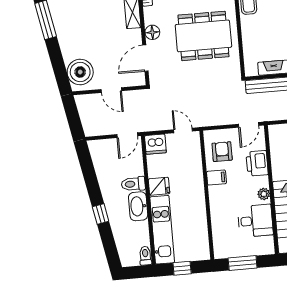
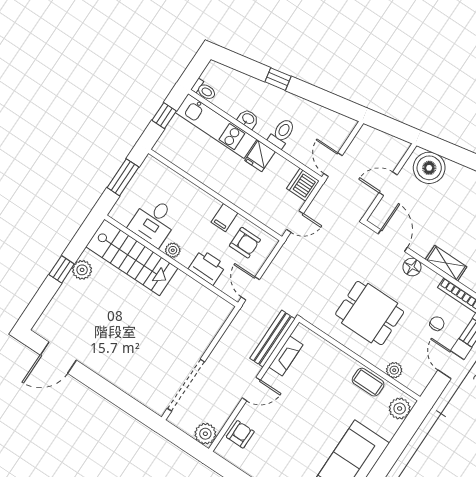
dining table: (203, 36) -> (370, 313), width x0.73
washbasin: (138, 206) -> (248, 119), width x0.52, depth x0.69

